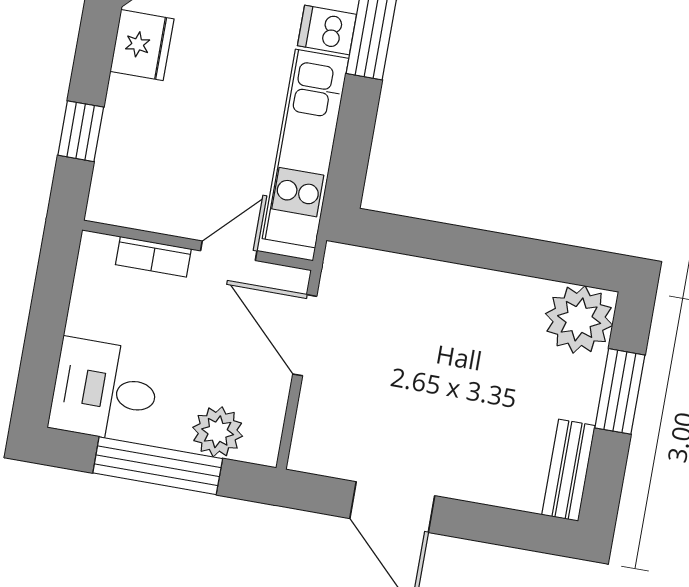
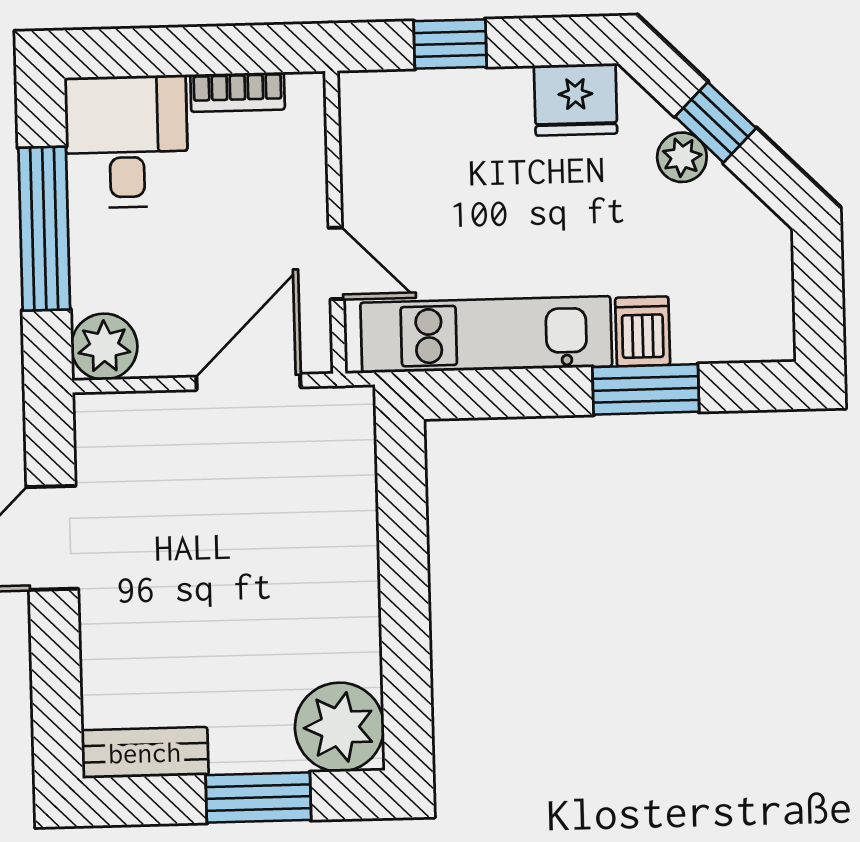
bookcase: (153, 257) -> (238, 92), moved, turned -90
plant: (218, 432) -> (104, 347), moved

